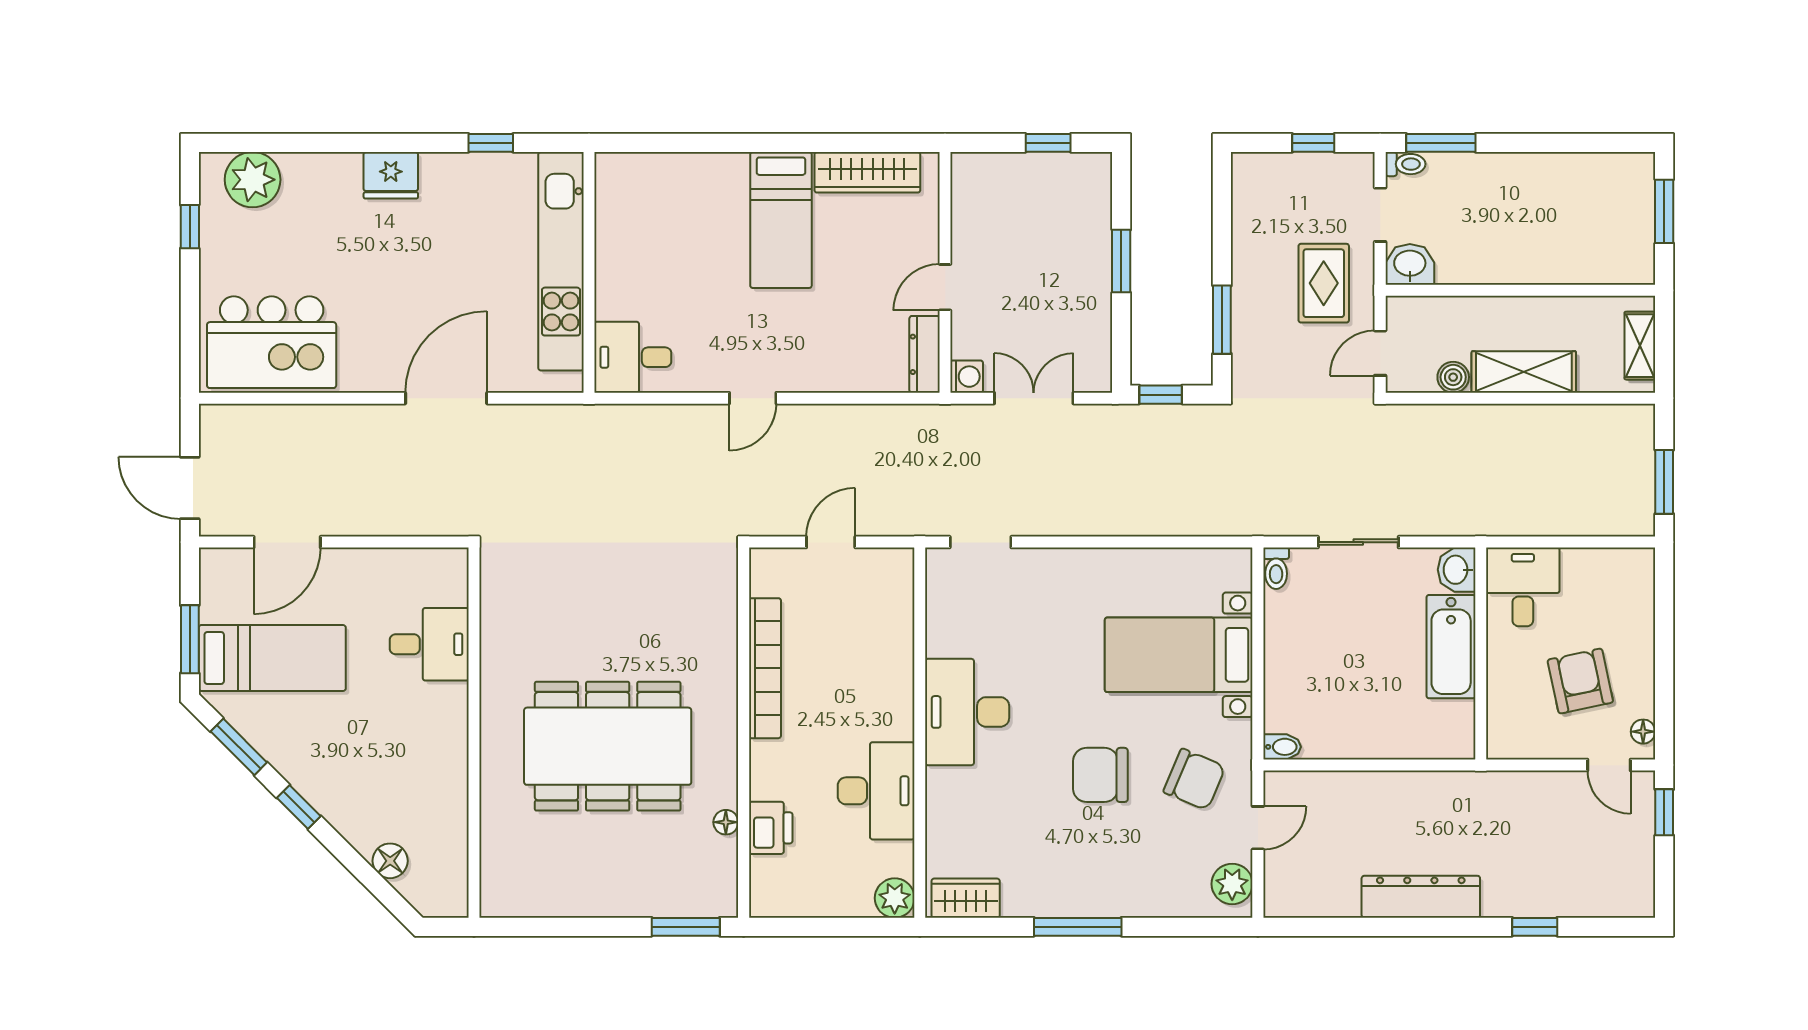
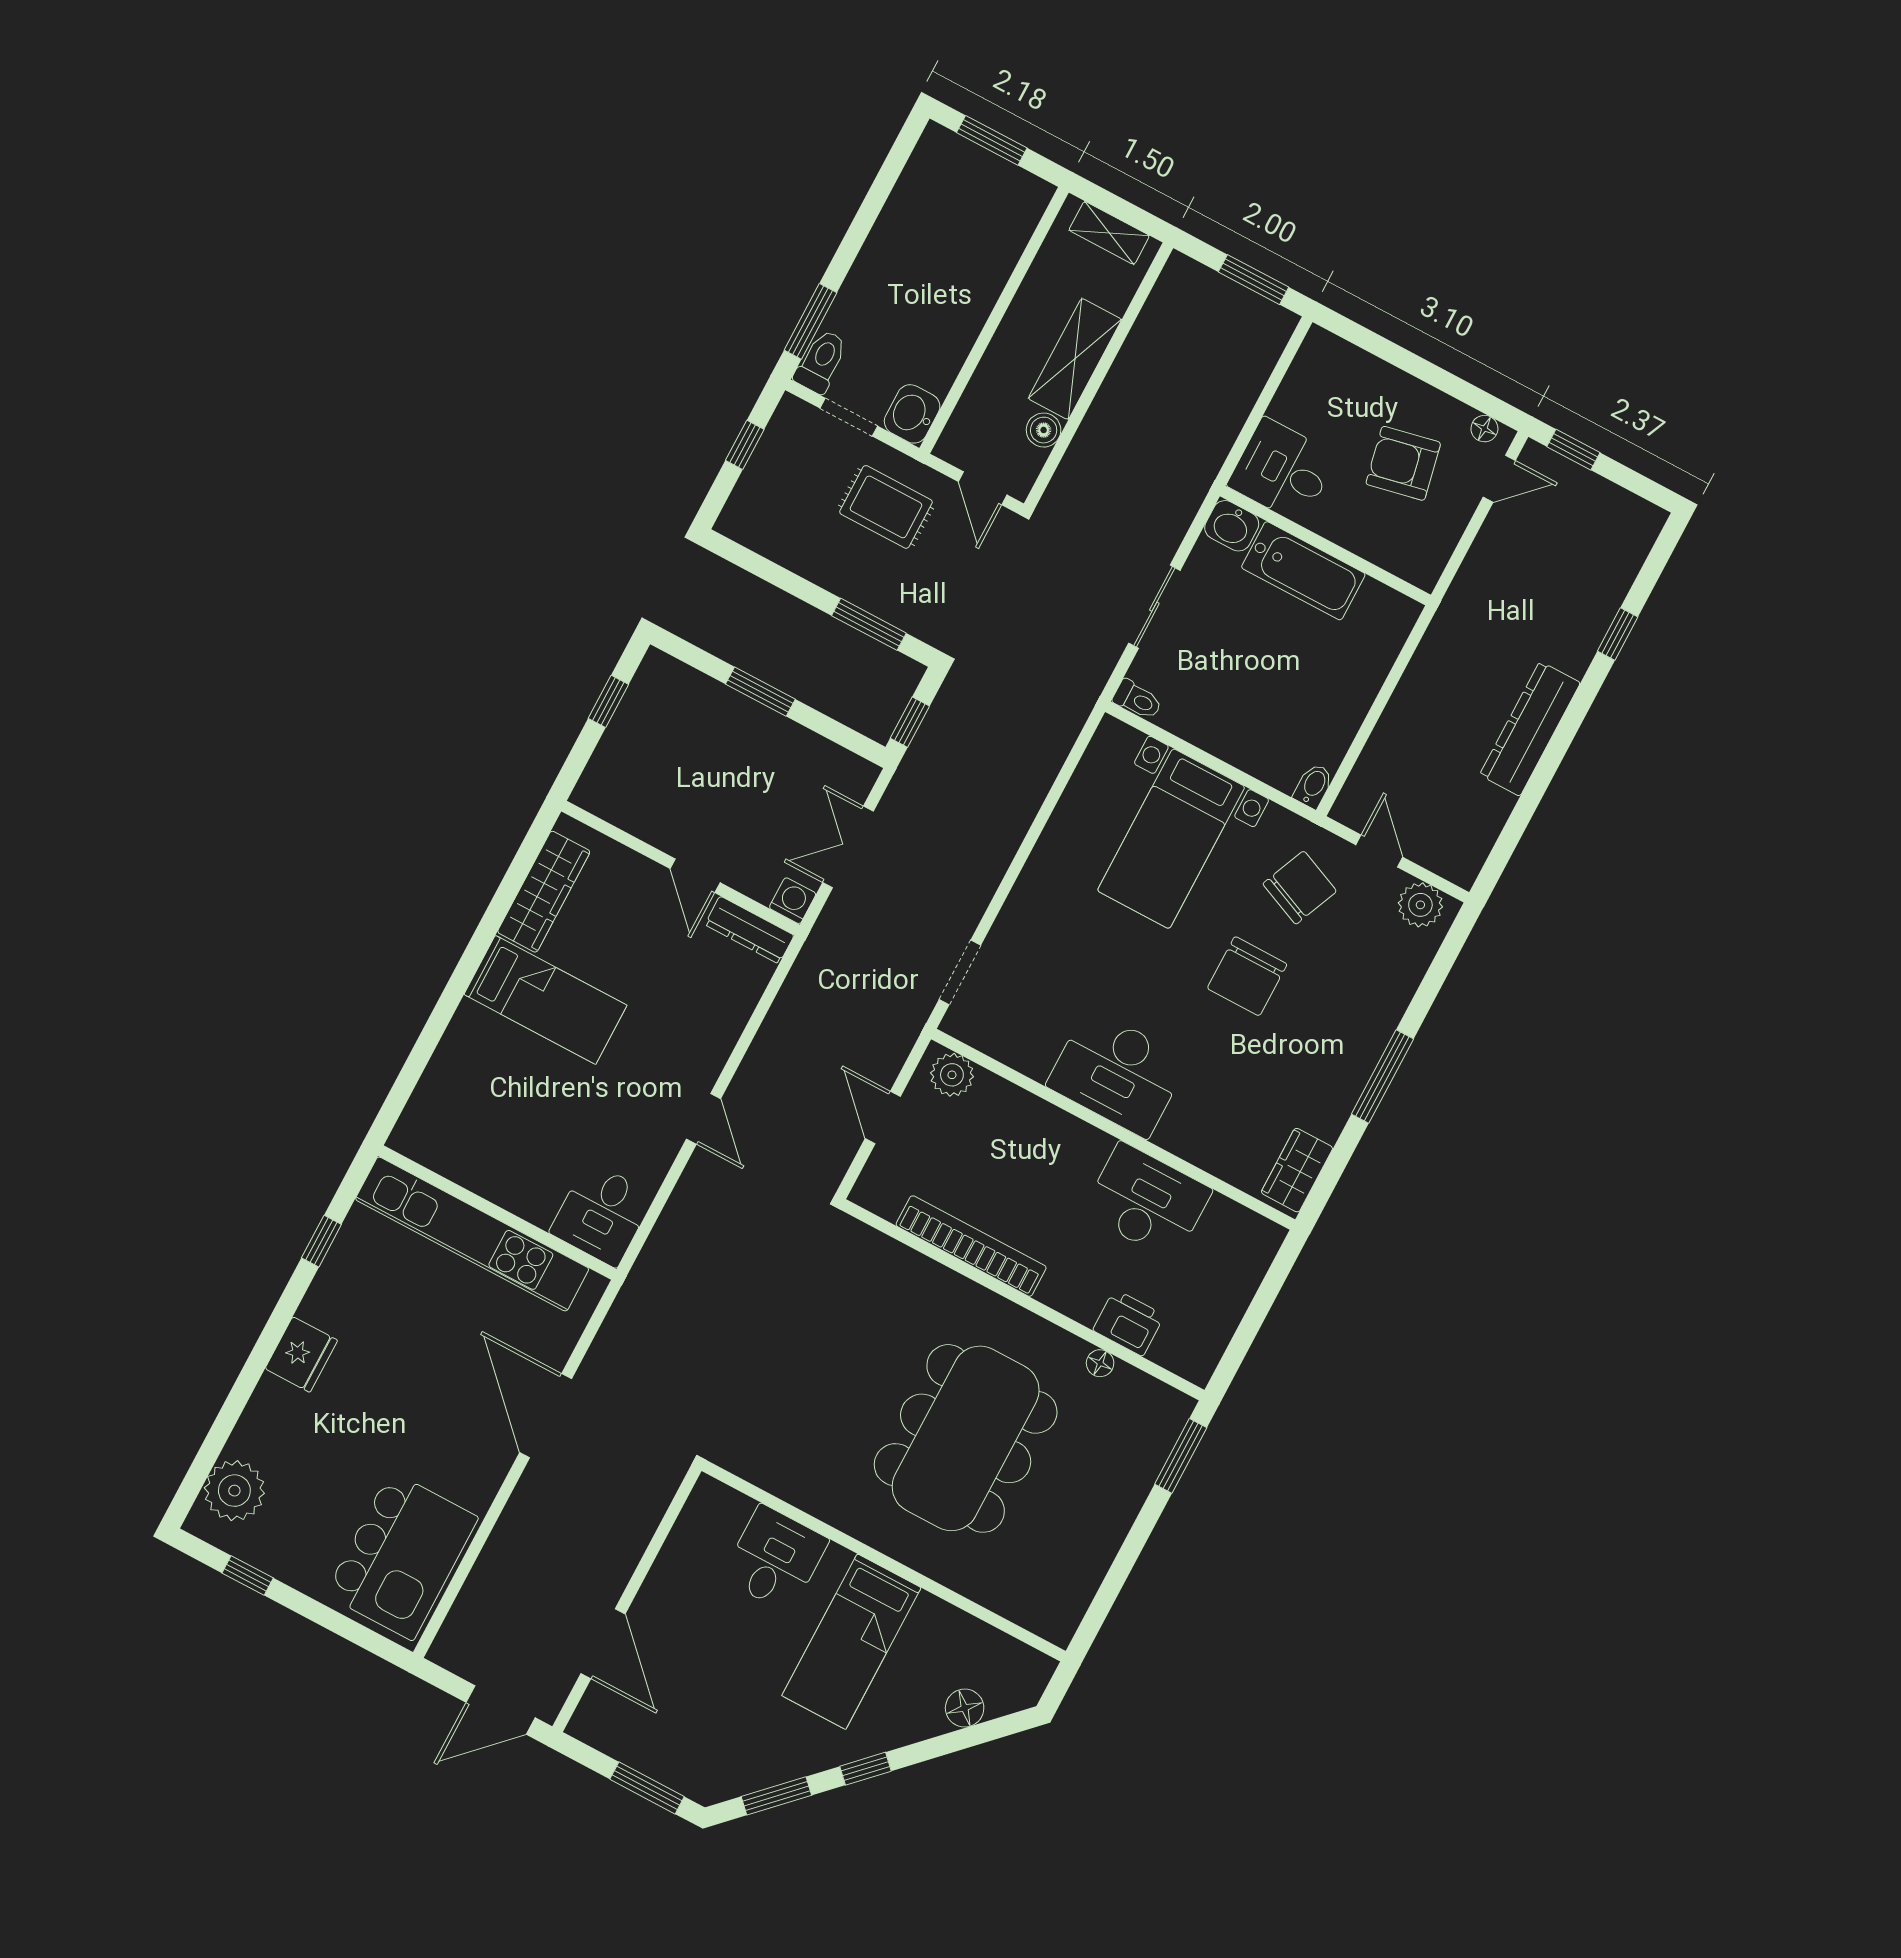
toilet: (1405, 164) -> (821, 361), width x1.37, depth x1.39
bed: (272, 658) -> (851, 1642), moved, turned 180
plant: (895, 898) -> (952, 1075), moved

